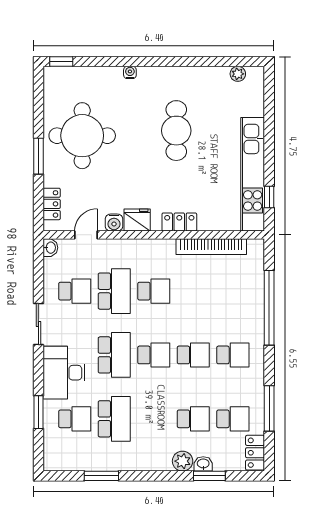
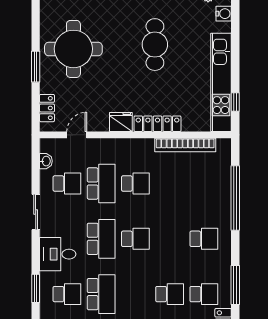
locker: (179, 222) -> (158, 124), width x1.53
water cooler: (114, 223) -> (224, 14), moved, turned -90
washbasin: (50, 248) -> (46, 161), moved
school desk: (193, 355) -> (170, 239), removed
desk: (64, 373) -> (58, 254), width x0.73

